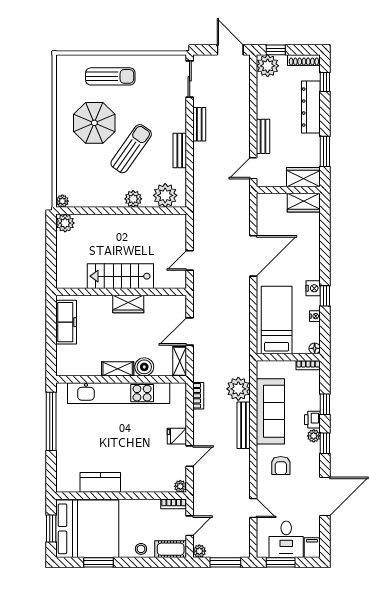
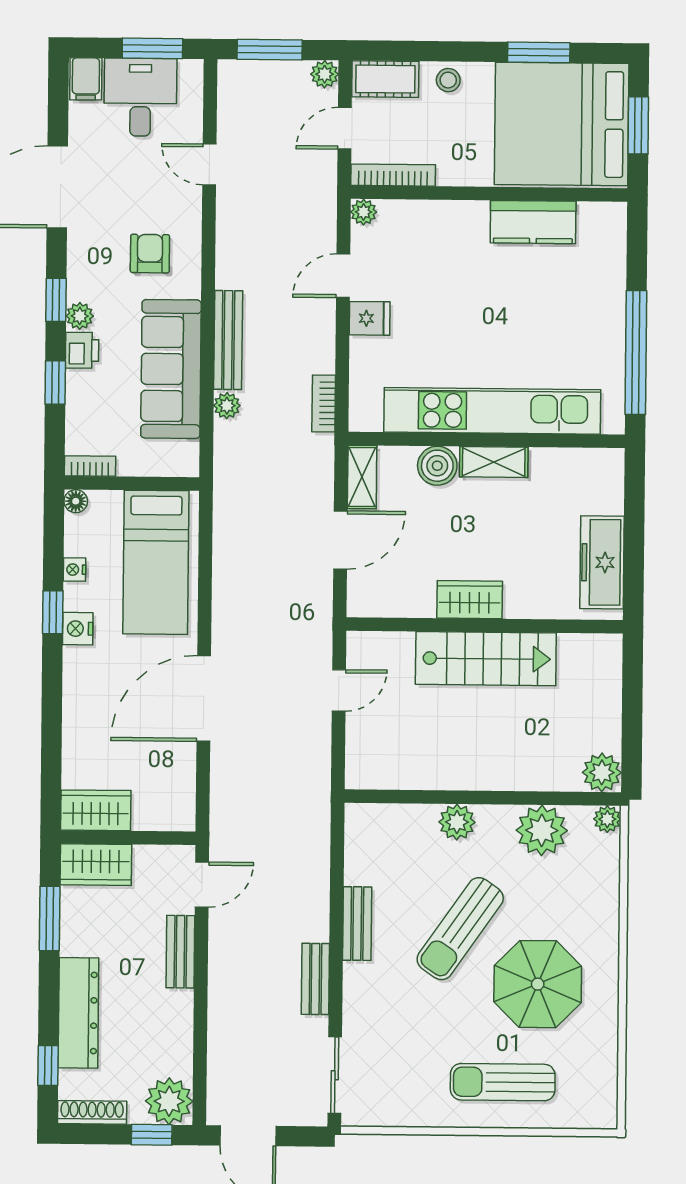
plant: (165, 195) -> (542, 830), moved
plant: (238, 389) -> (227, 406), width x0.53, depth x0.53
bookcase: (174, 504) -> (393, 175), width x1.56

